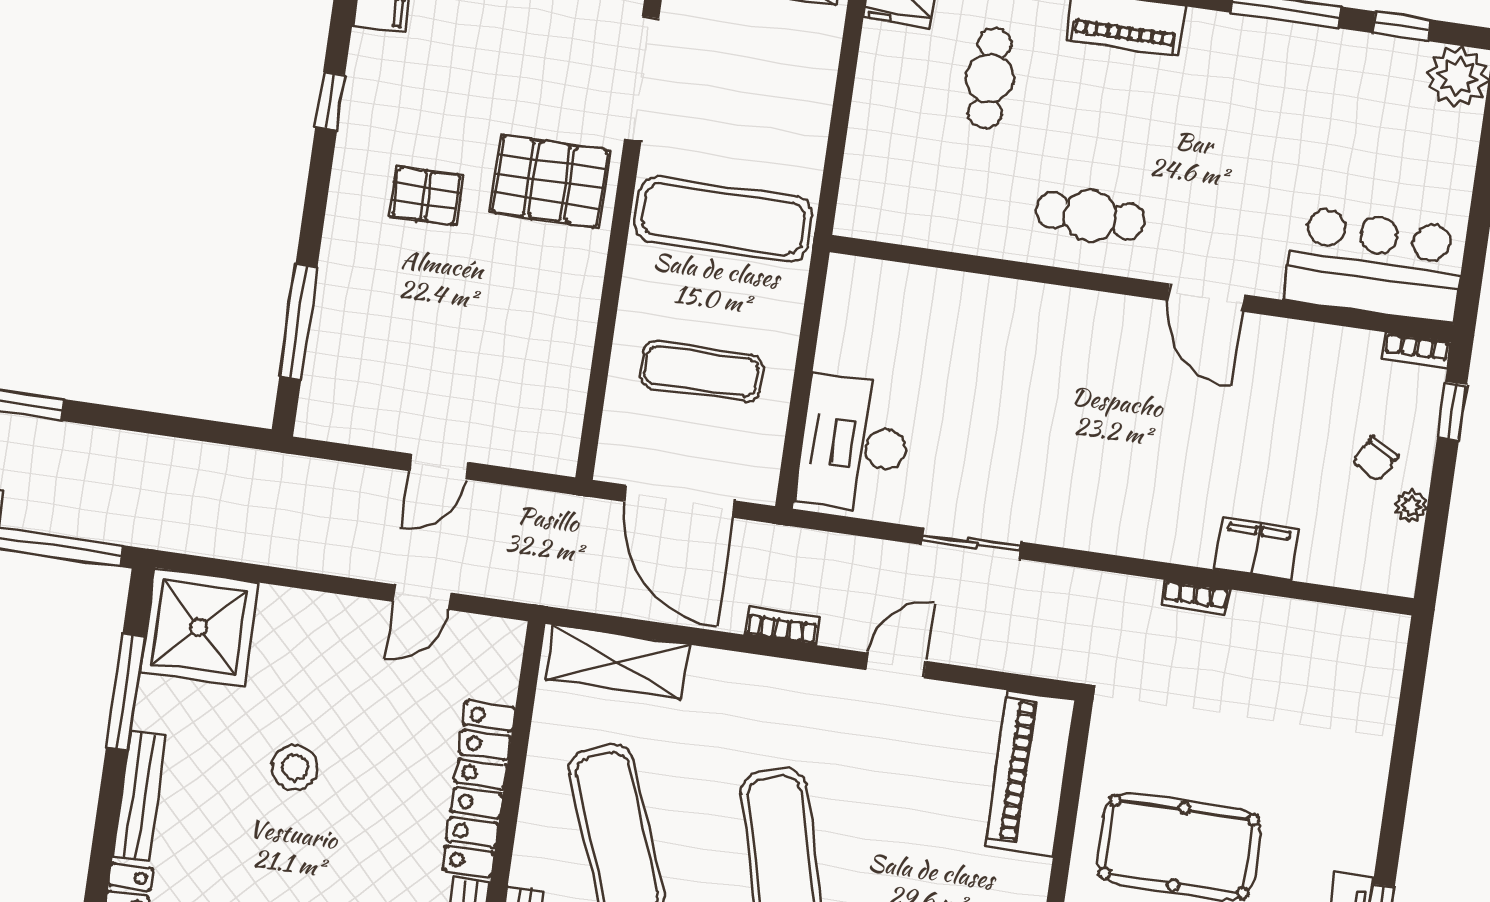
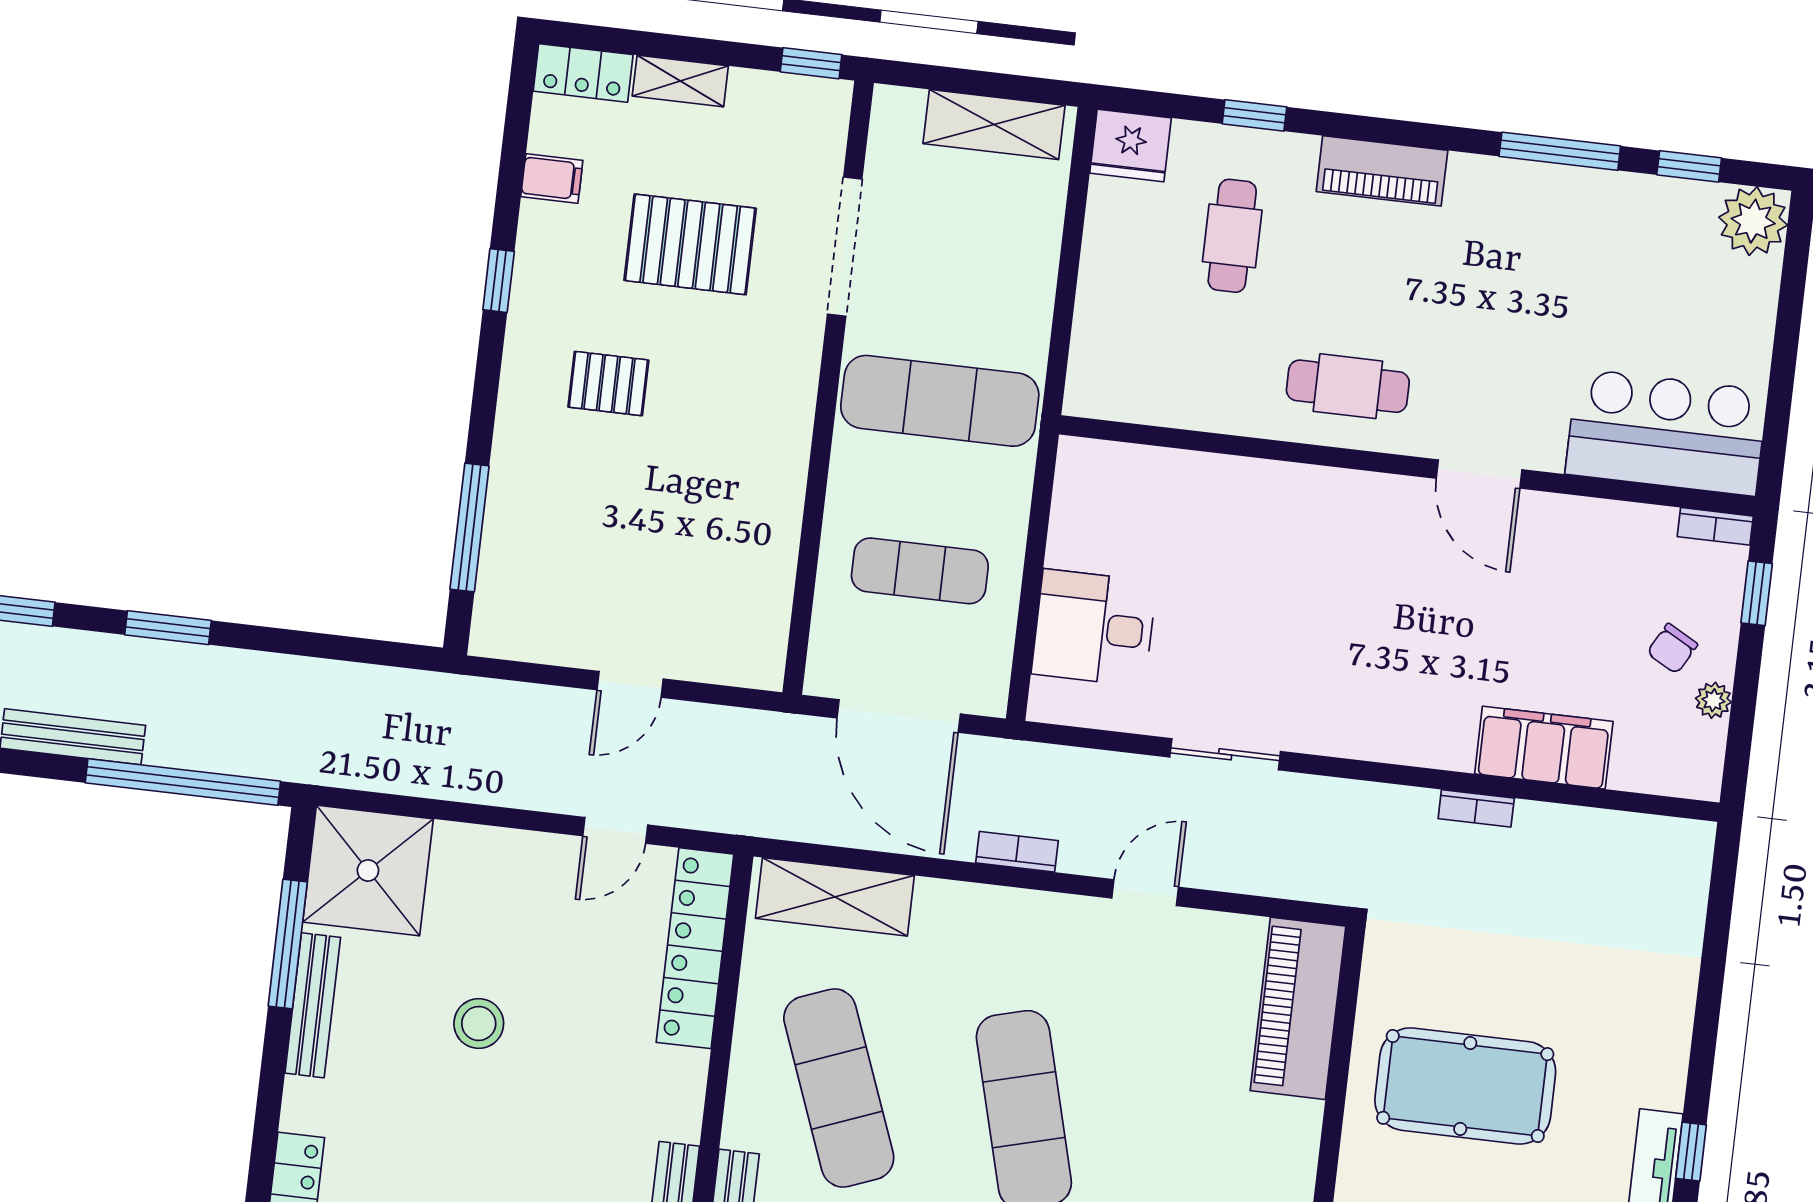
pallet: (550, 181) -> (690, 244), moved
desk: (854, 444) -> (1094, 628), width x0.73
filing cabinet: (1257, 549) -> (1544, 748), width x1.50, depth x1.17
locker: (479, 789) -> (695, 948), moved
bench: (139, 796) -> (313, 1005), moved

